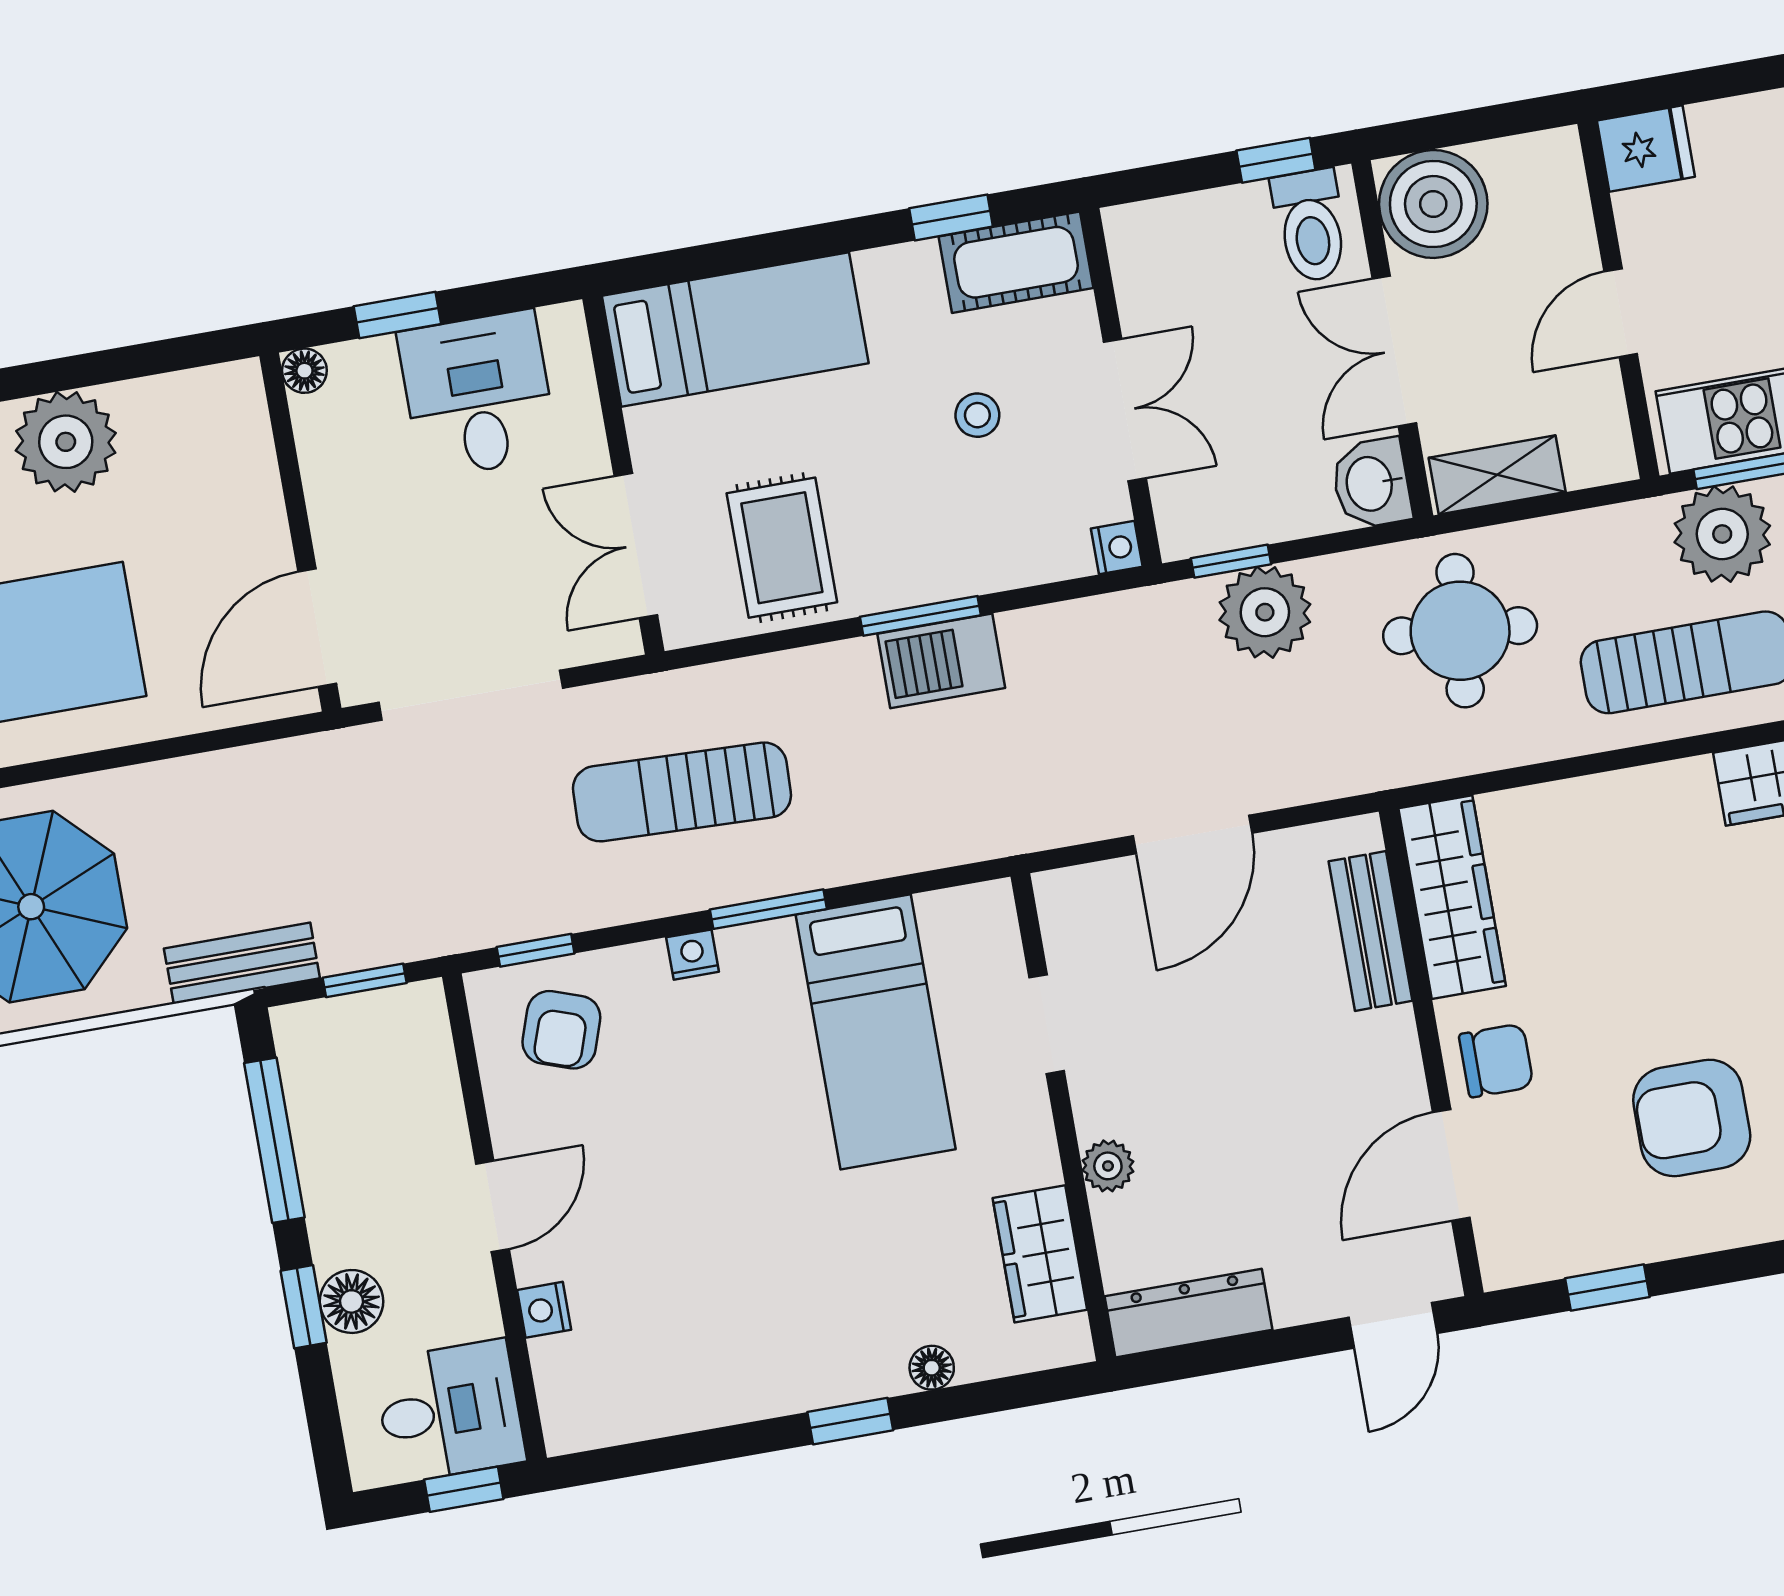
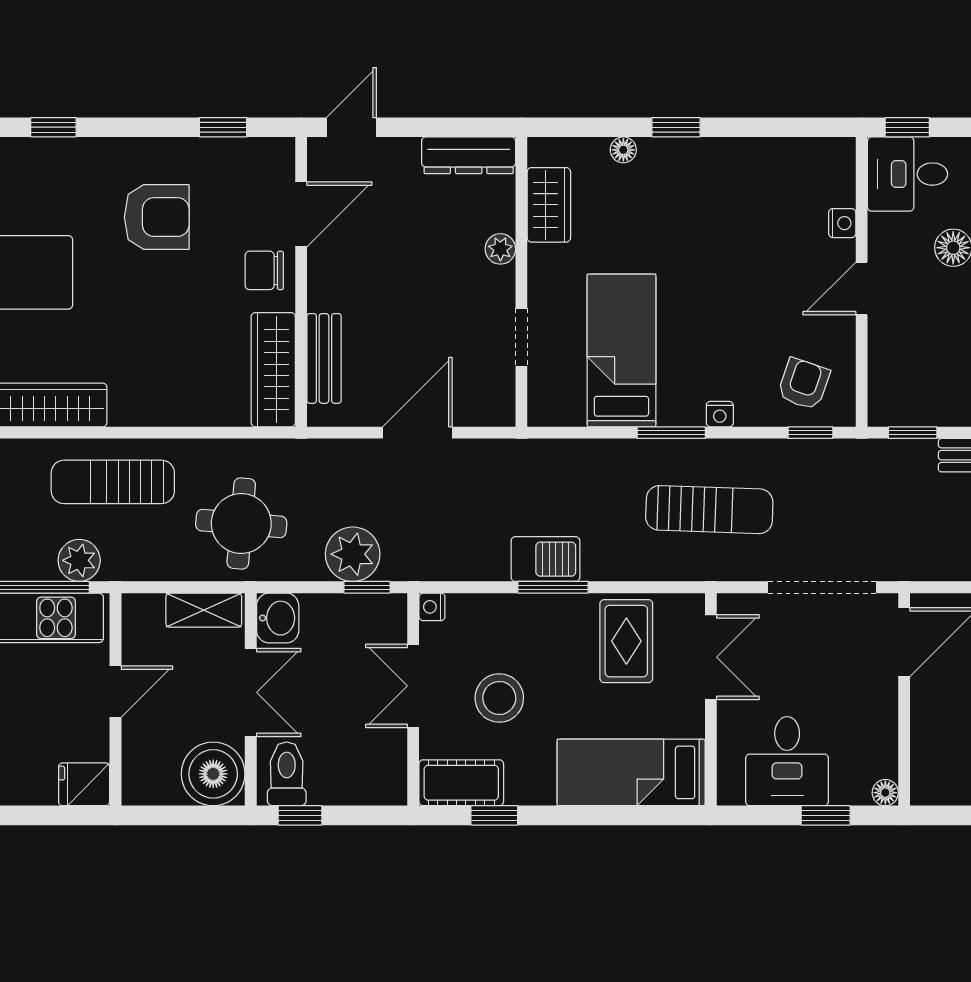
stool: (977, 415) -> (499, 698), width x1.89, depth x1.89
plant: (1722, 534) -> (79, 560), width x0.73, depth x0.73

